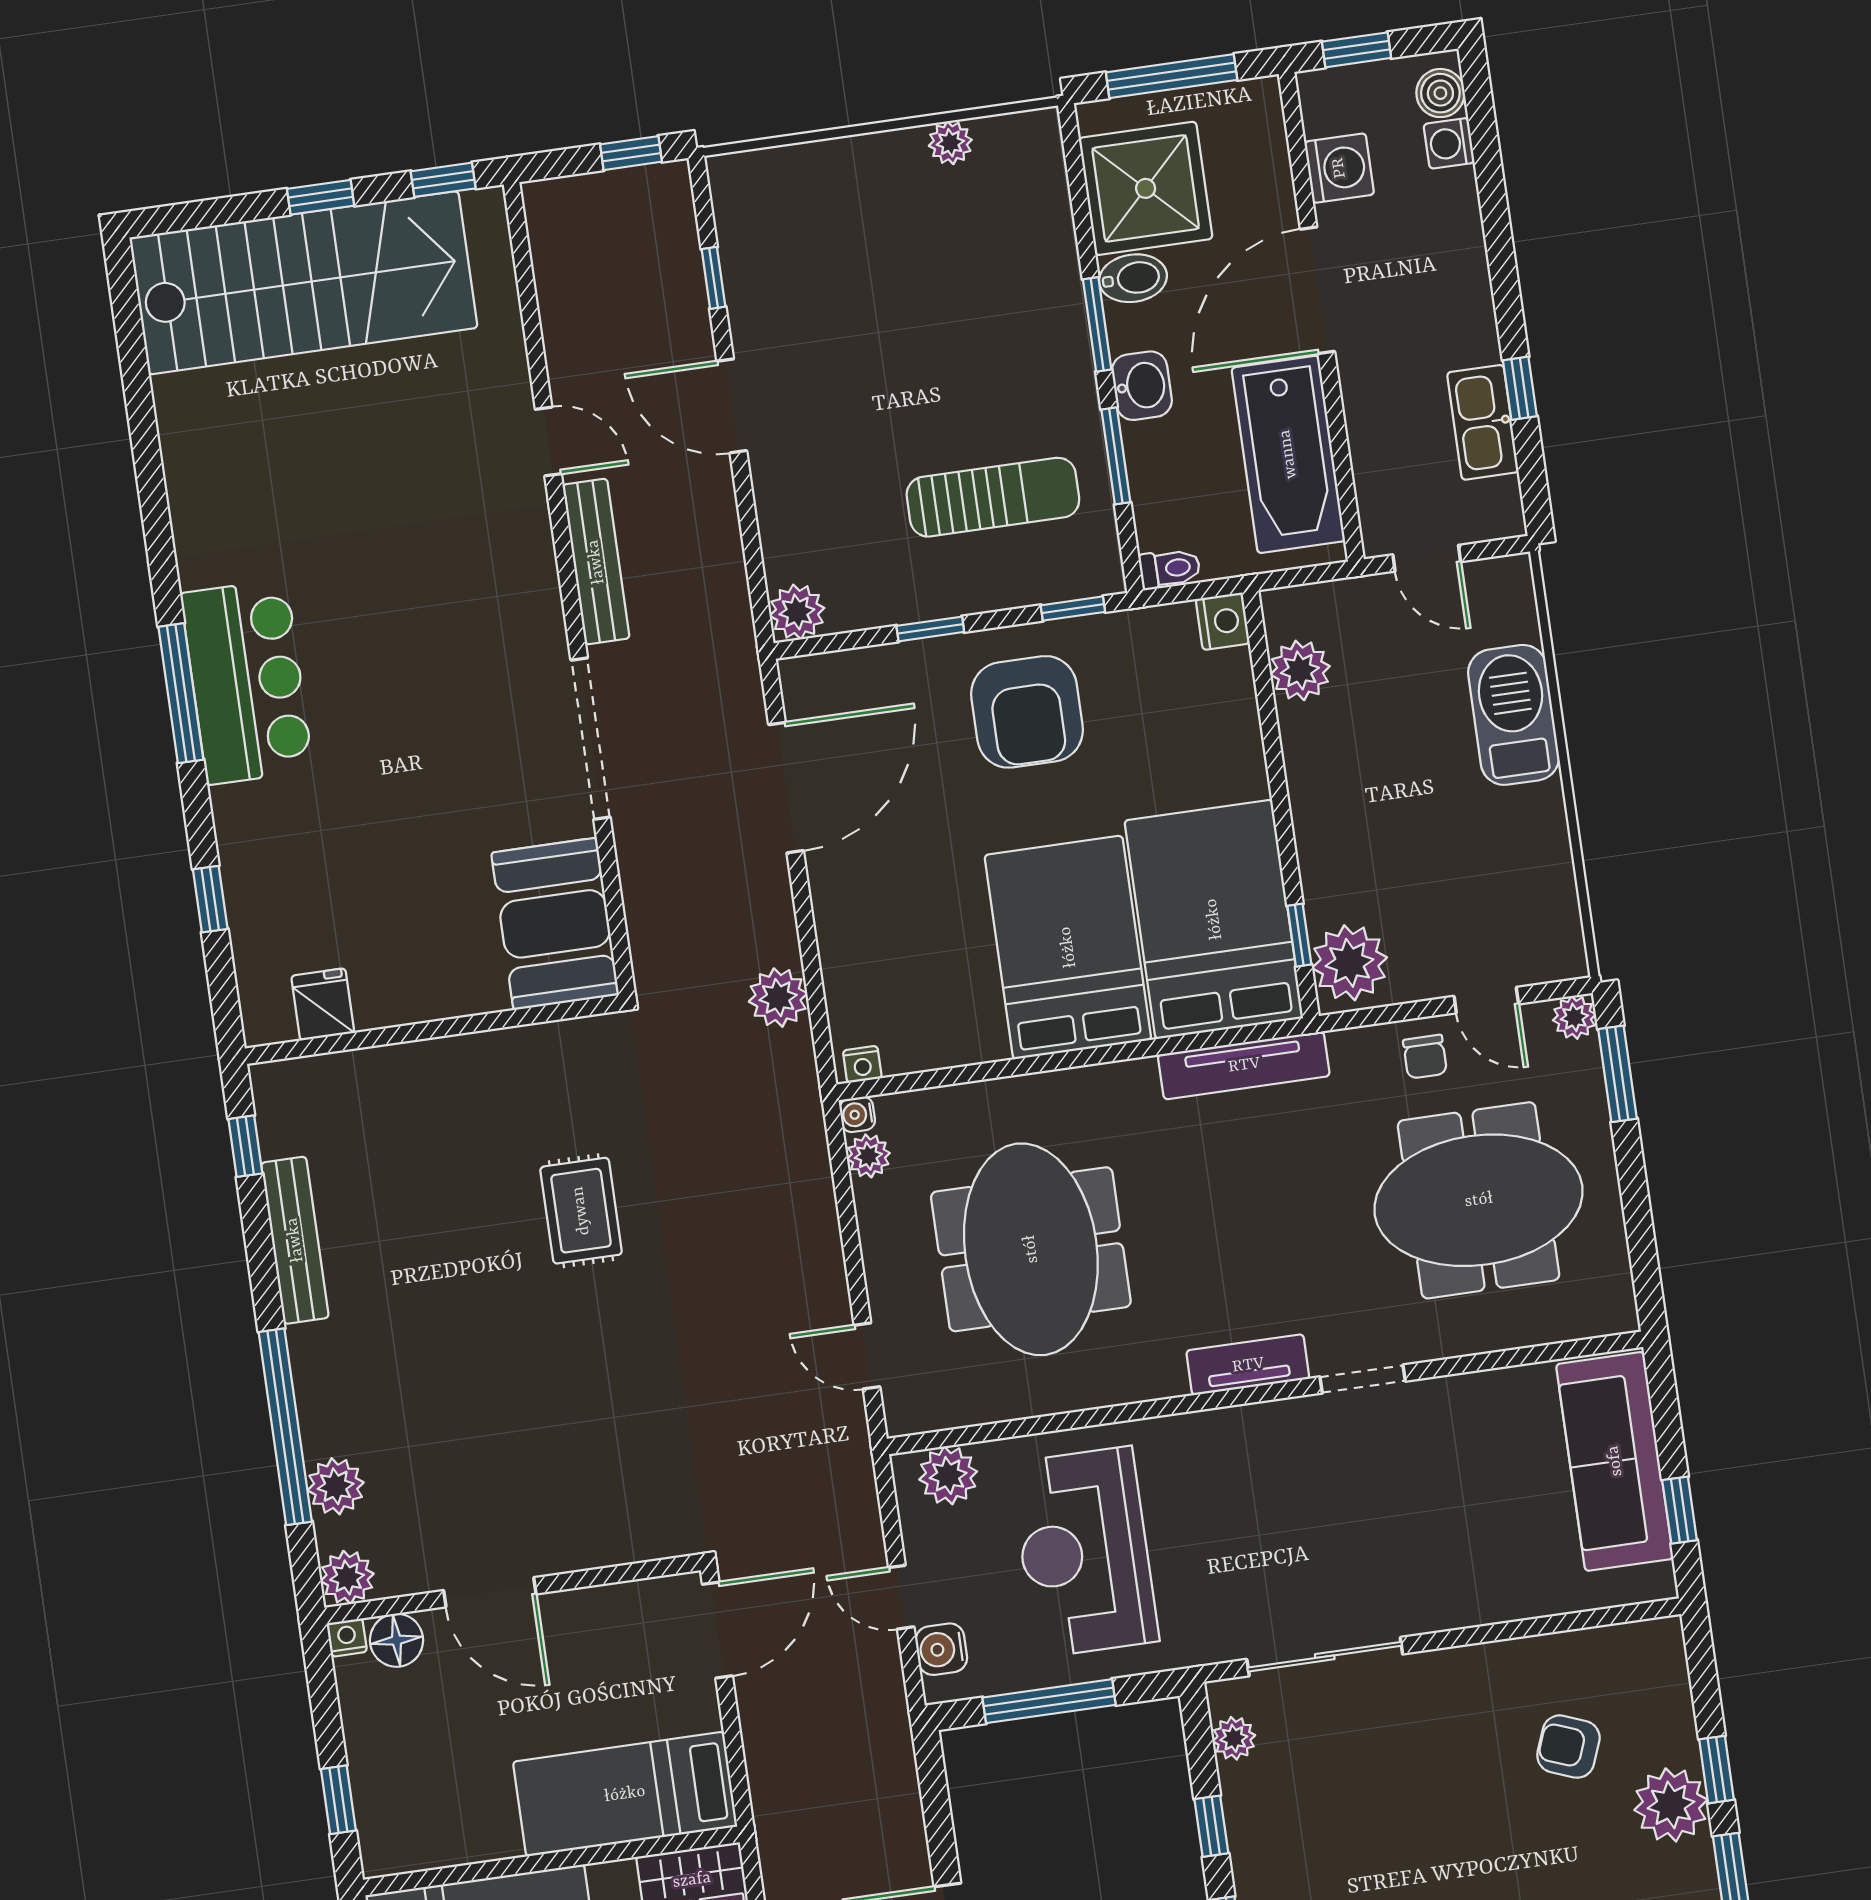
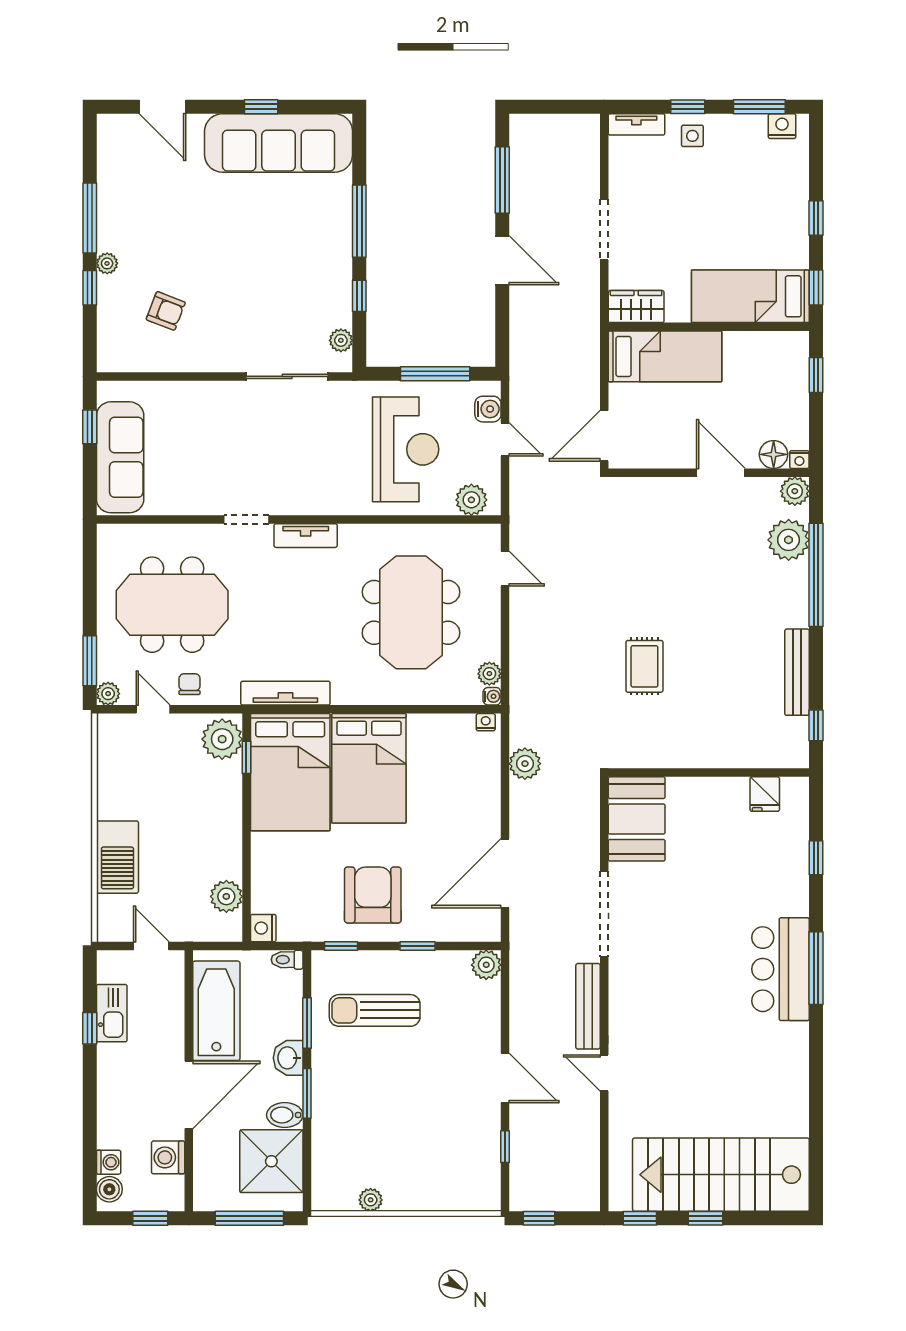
plant: (336, 1486) -> (789, 540), width x1.36, depth x1.36
plant: (1671, 1805) -> (107, 263), width x0.53, depth x0.53

